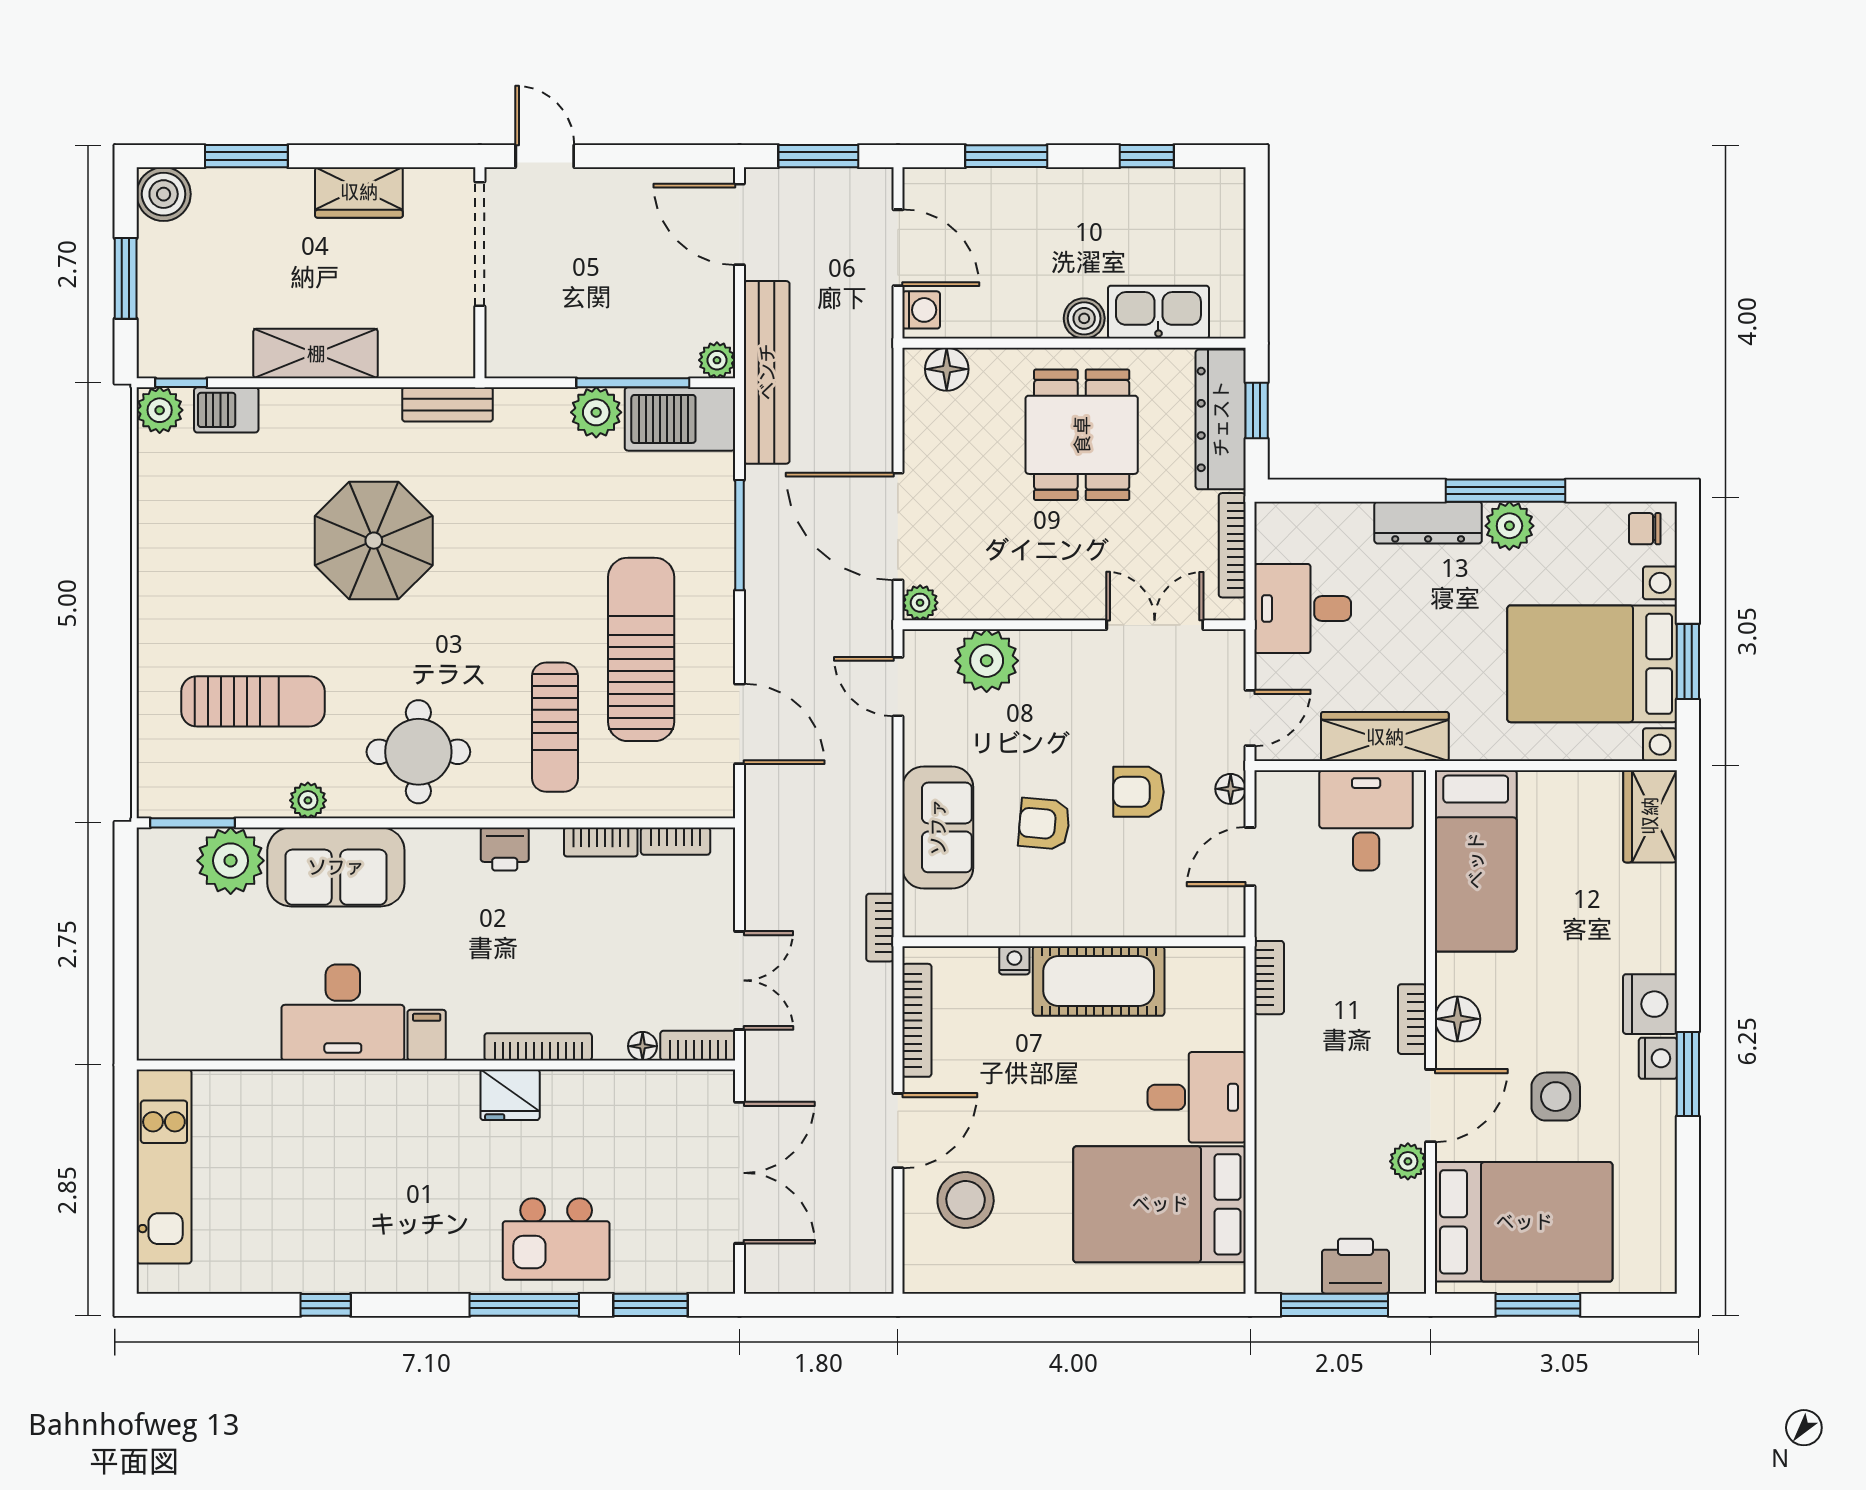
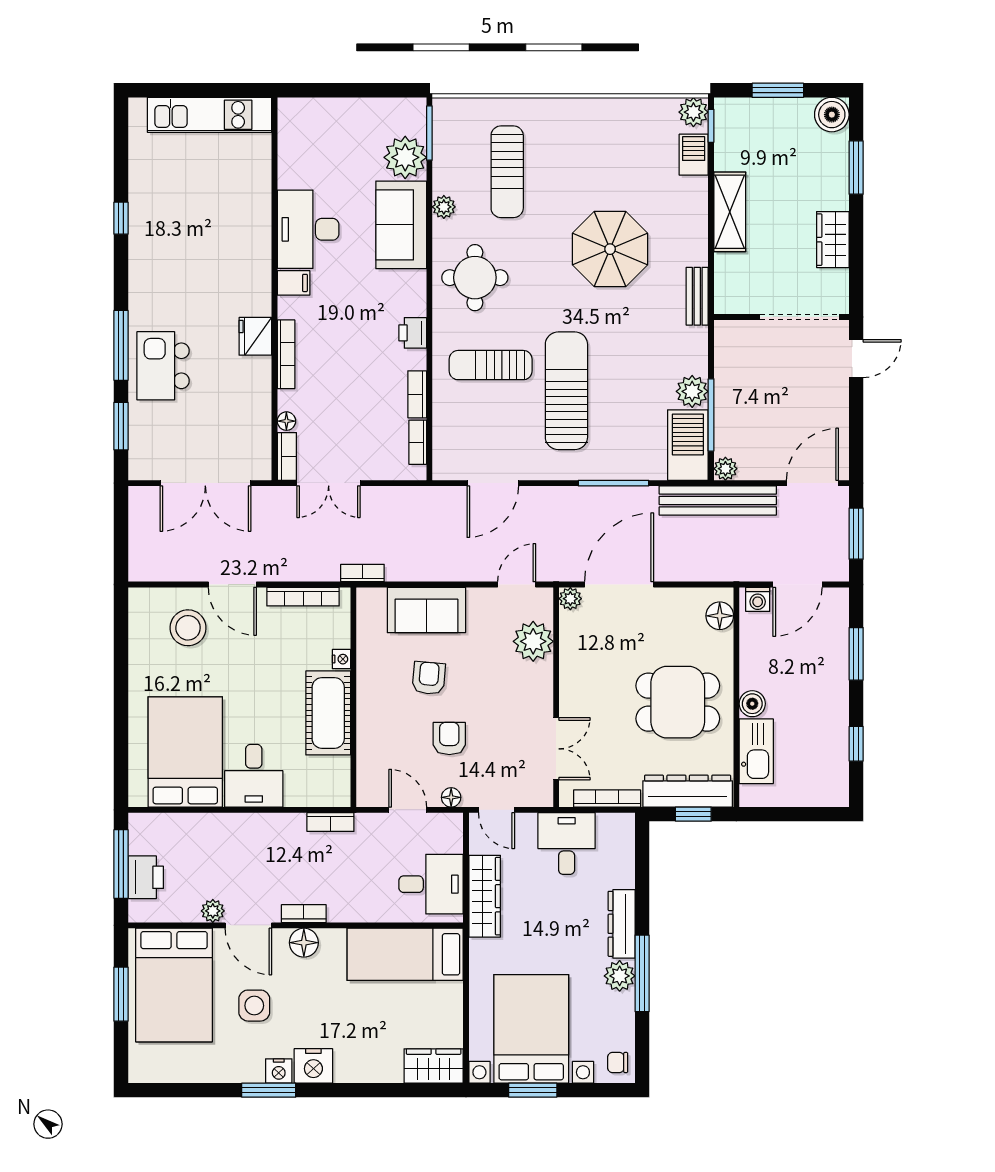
chair: (1645, 529) -> (618, 1062), turned -90
sun lounger: (641, 649) -> (566, 391), moved, turned -90

